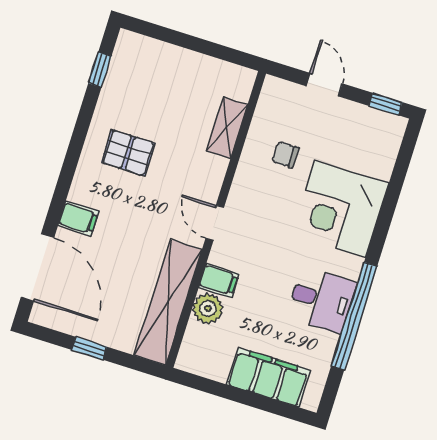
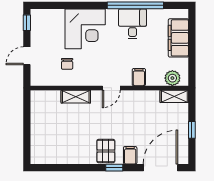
window: (100, 70) -> (114, 168), moved
shelving: (227, 128) -> (76, 97), moved
pallet: (128, 153) -> (106, 151), moved
shelving: (168, 302) -> (174, 96), width x0.45, depth x0.75
plant: (208, 309) -> (172, 78), moved

